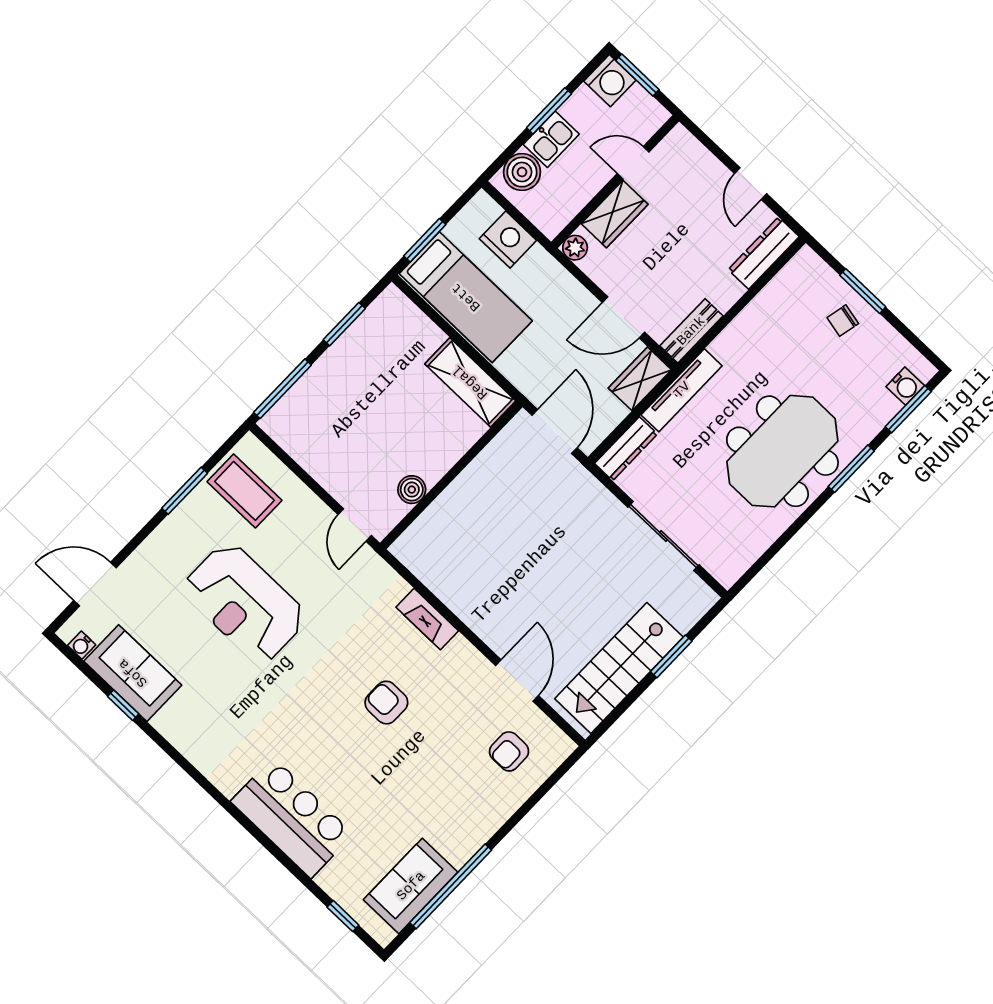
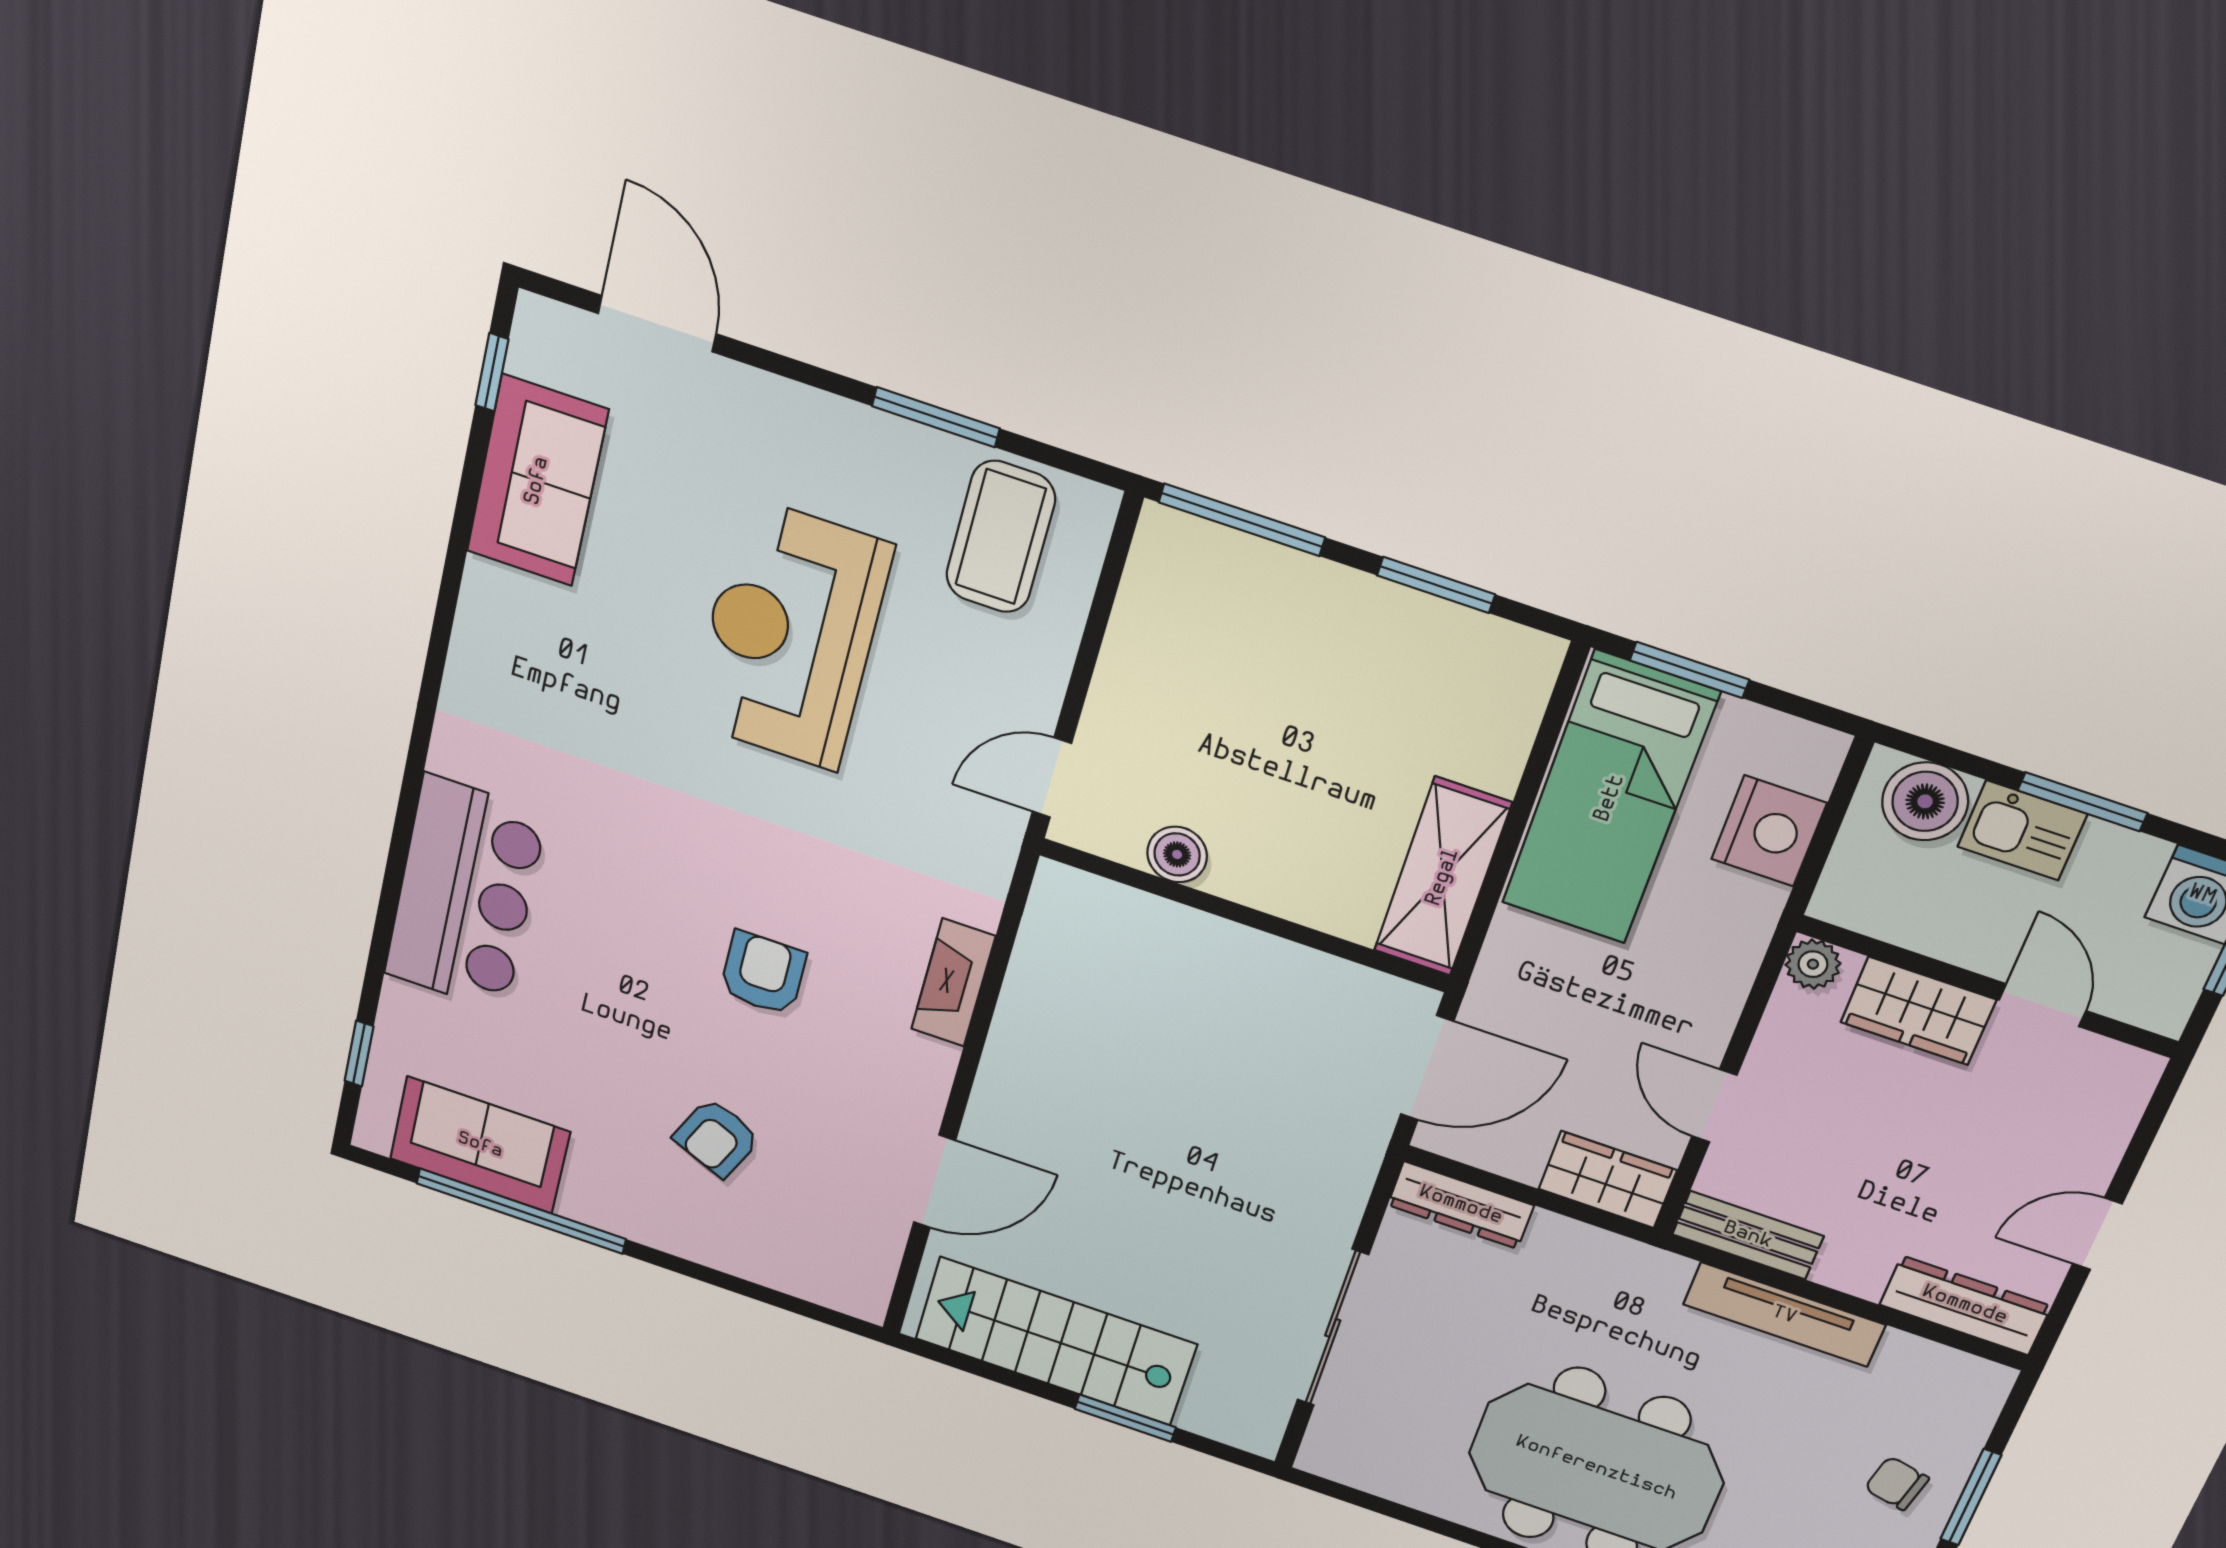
door: (623, 317) -> (1714, 1106), width x0.73
tv unit: (682, 390) -> (1784, 1315), moved
water cooler: (82, 645) -> (529, 354), removed
window: (123, 705) -> (492, 372), moved
armchair: (509, 751) -> (717, 1138), moved, turned -66

